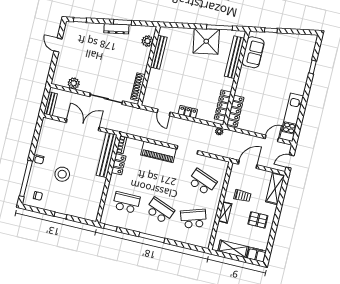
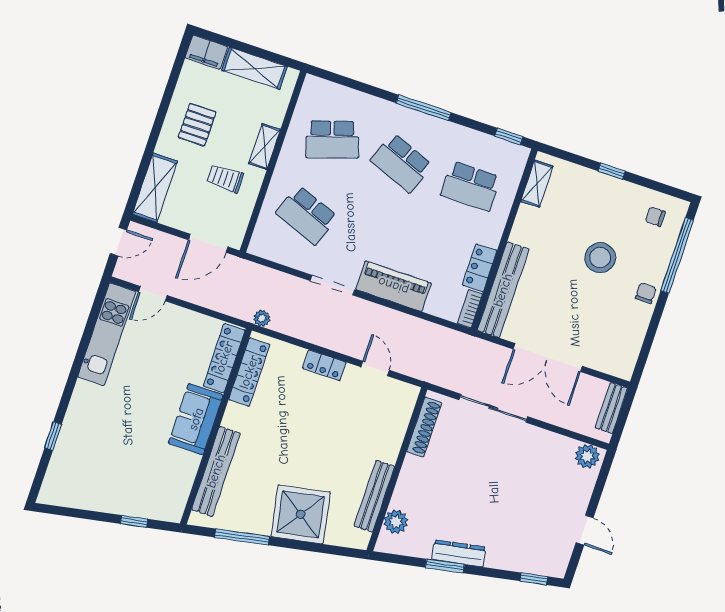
shower: (206, 41) -> (301, 514), moved
sofa: (253, 52) -> (196, 419), moved
plant: (74, 83) -> (587, 456), moved
shelving: (95, 206) -> (537, 184), added
pallet: (258, 220) -> (197, 125), turned 90

